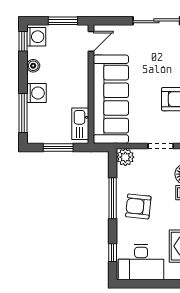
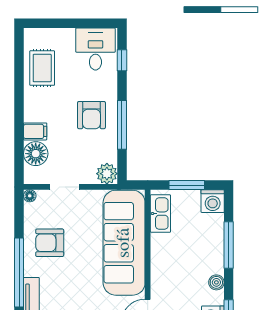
washing machine: (36, 93) -> (213, 201), moved, turned -90
window: (23, 113) -> (229, 245), moved
armchair: (138, 206) -> (91, 115), turned 84
desk: (141, 262) -> (95, 49), width x0.73

